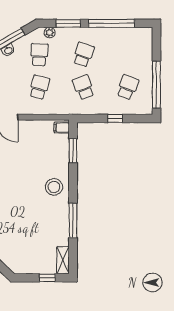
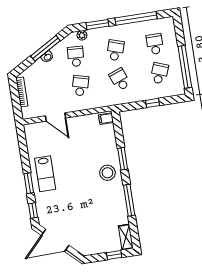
school desk: (128, 55) -> (155, 44), added
window: (73, 151) -> (123, 159), moved

